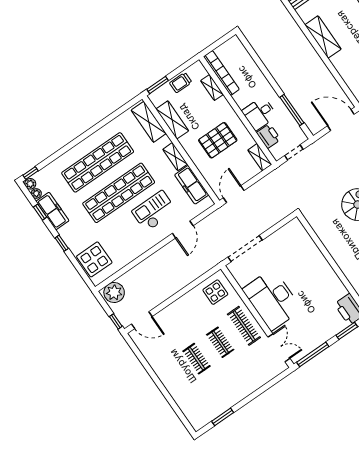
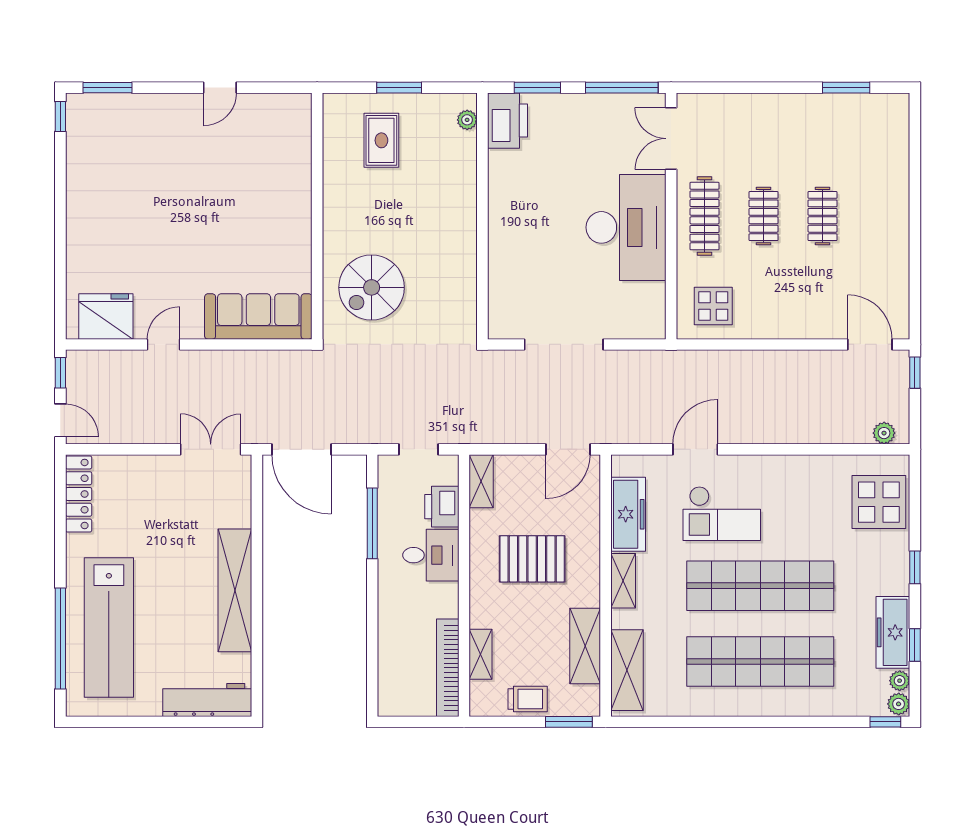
shelving: (323, 37) -> (235, 590), width x1.47
doorway: (245, 249) -> (564, 344), moved
plant: (114, 292) -> (884, 433), width x0.53, depth x0.53

